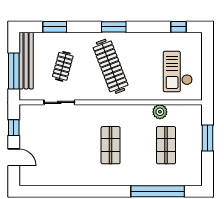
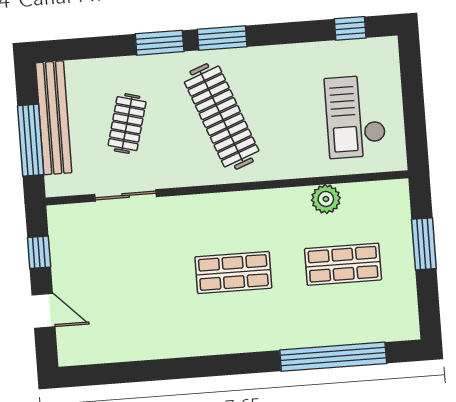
window: (55, 27) -> (160, 43), moved
shop shelf: (111, 145) -> (233, 272), turned 90
shop shelf: (166, 145) -> (343, 264), turned 90

